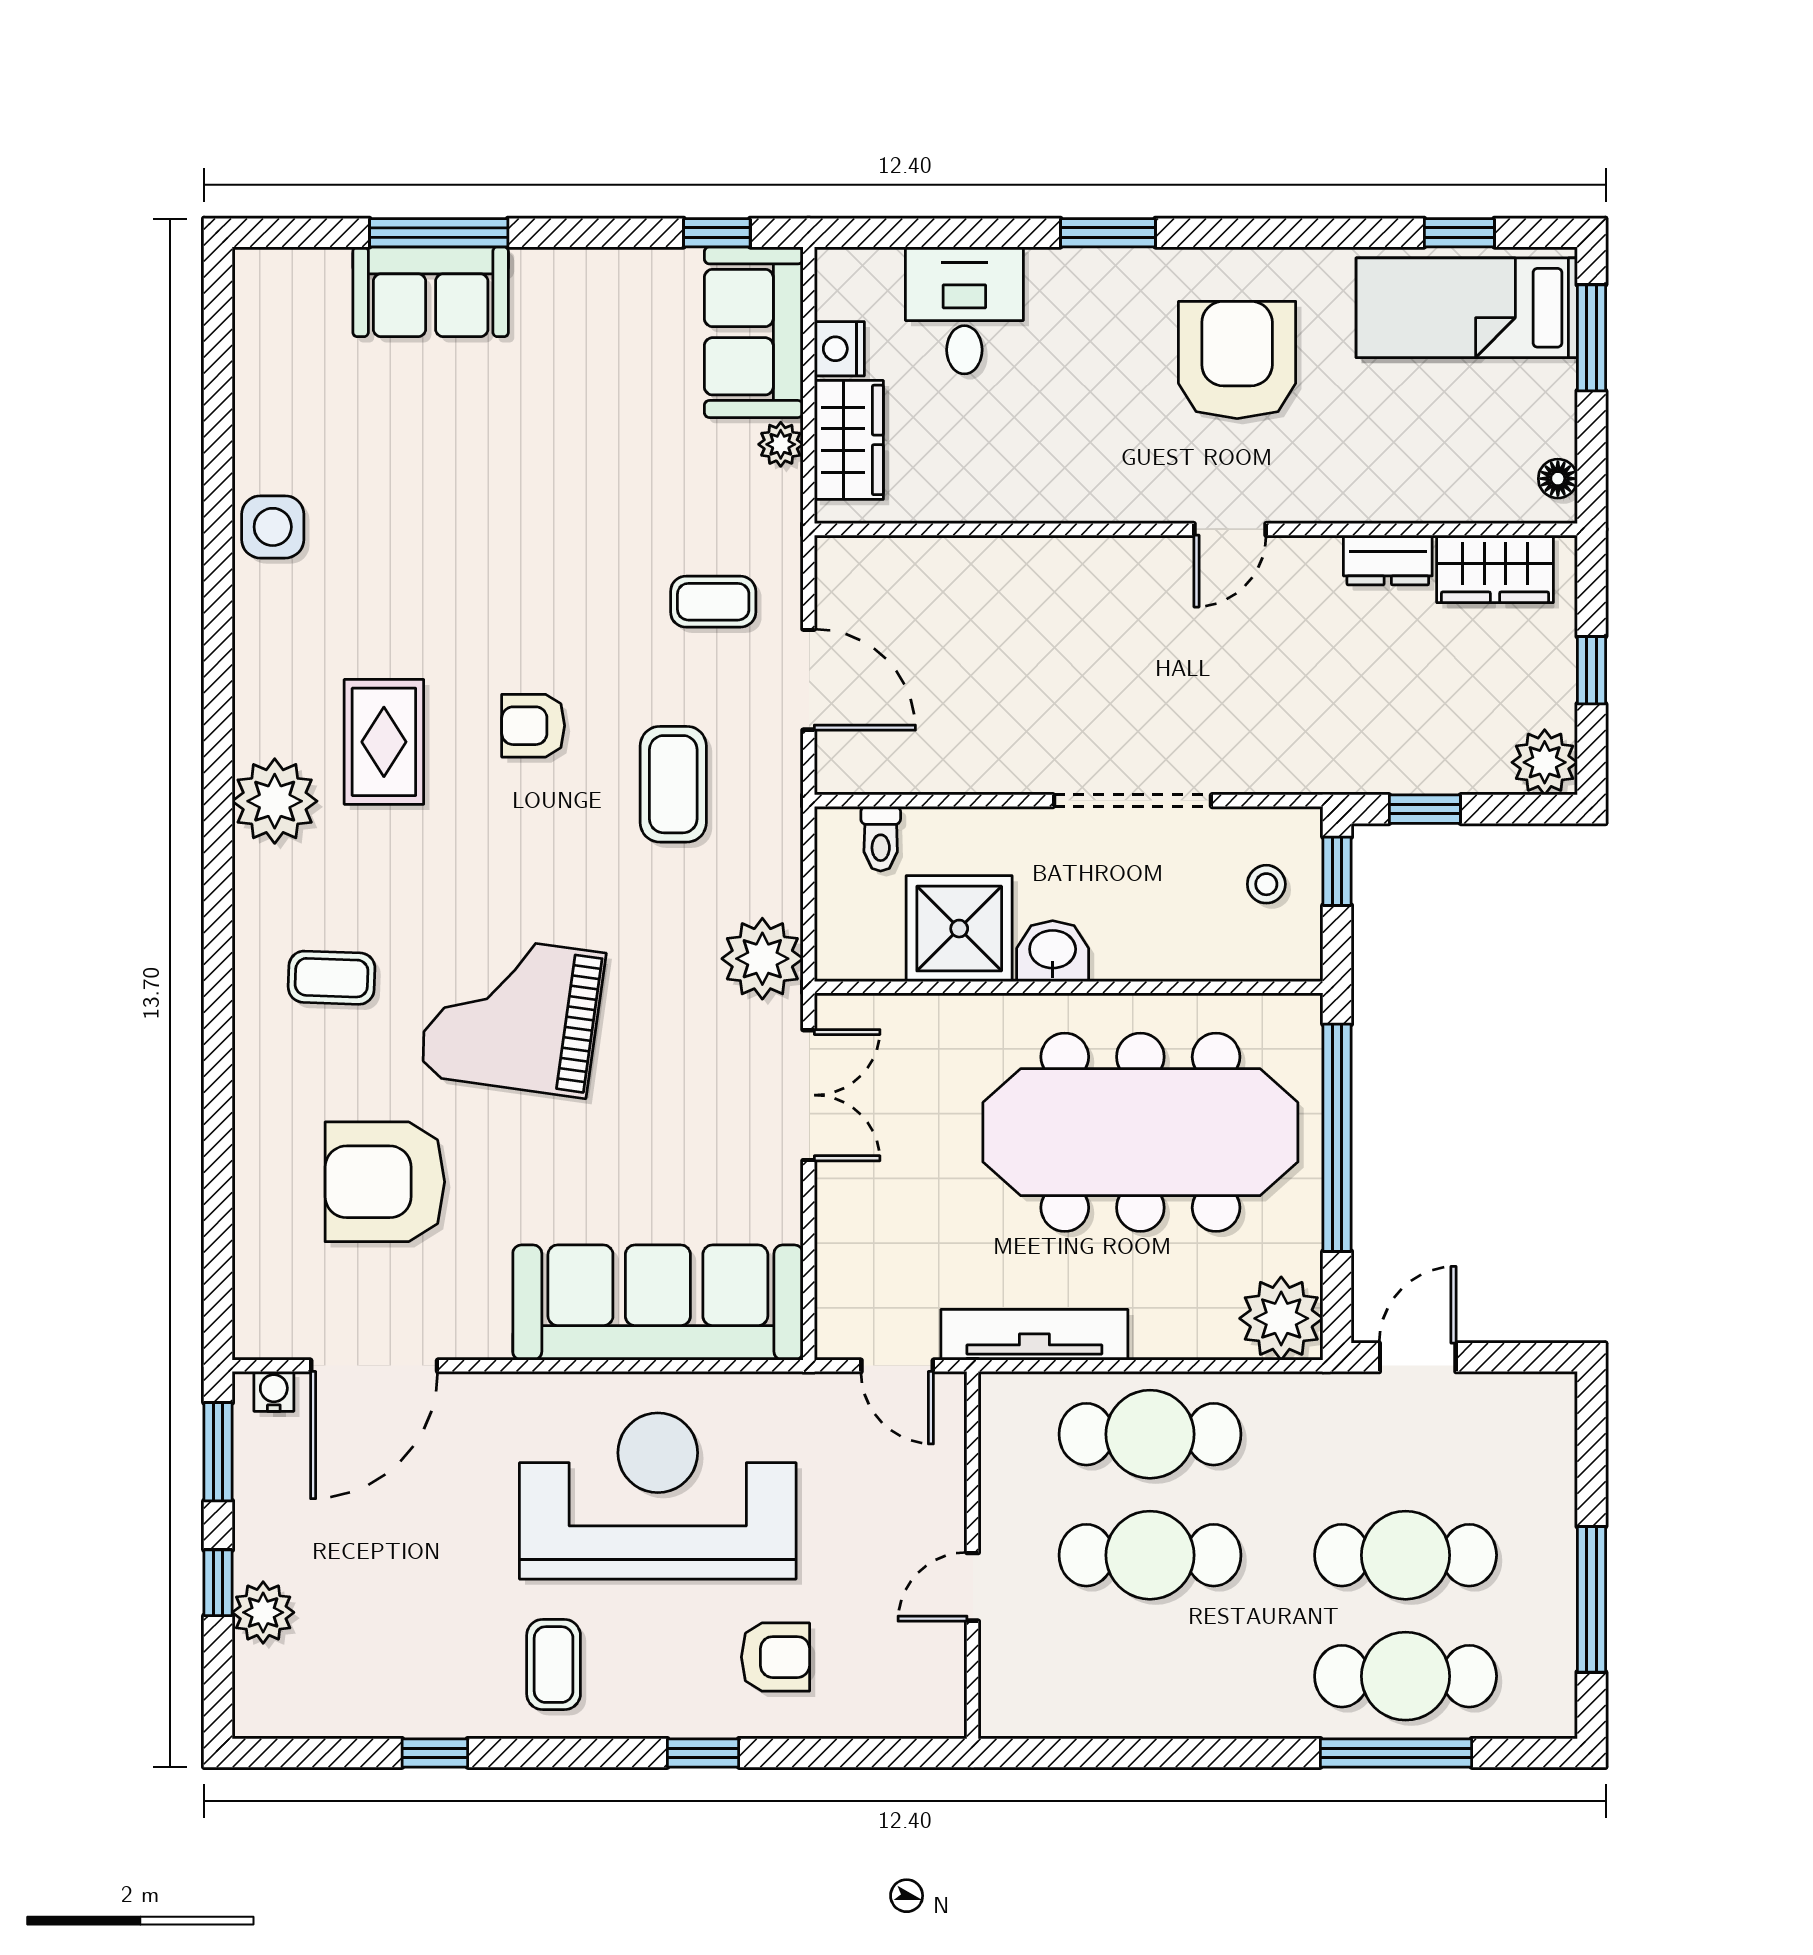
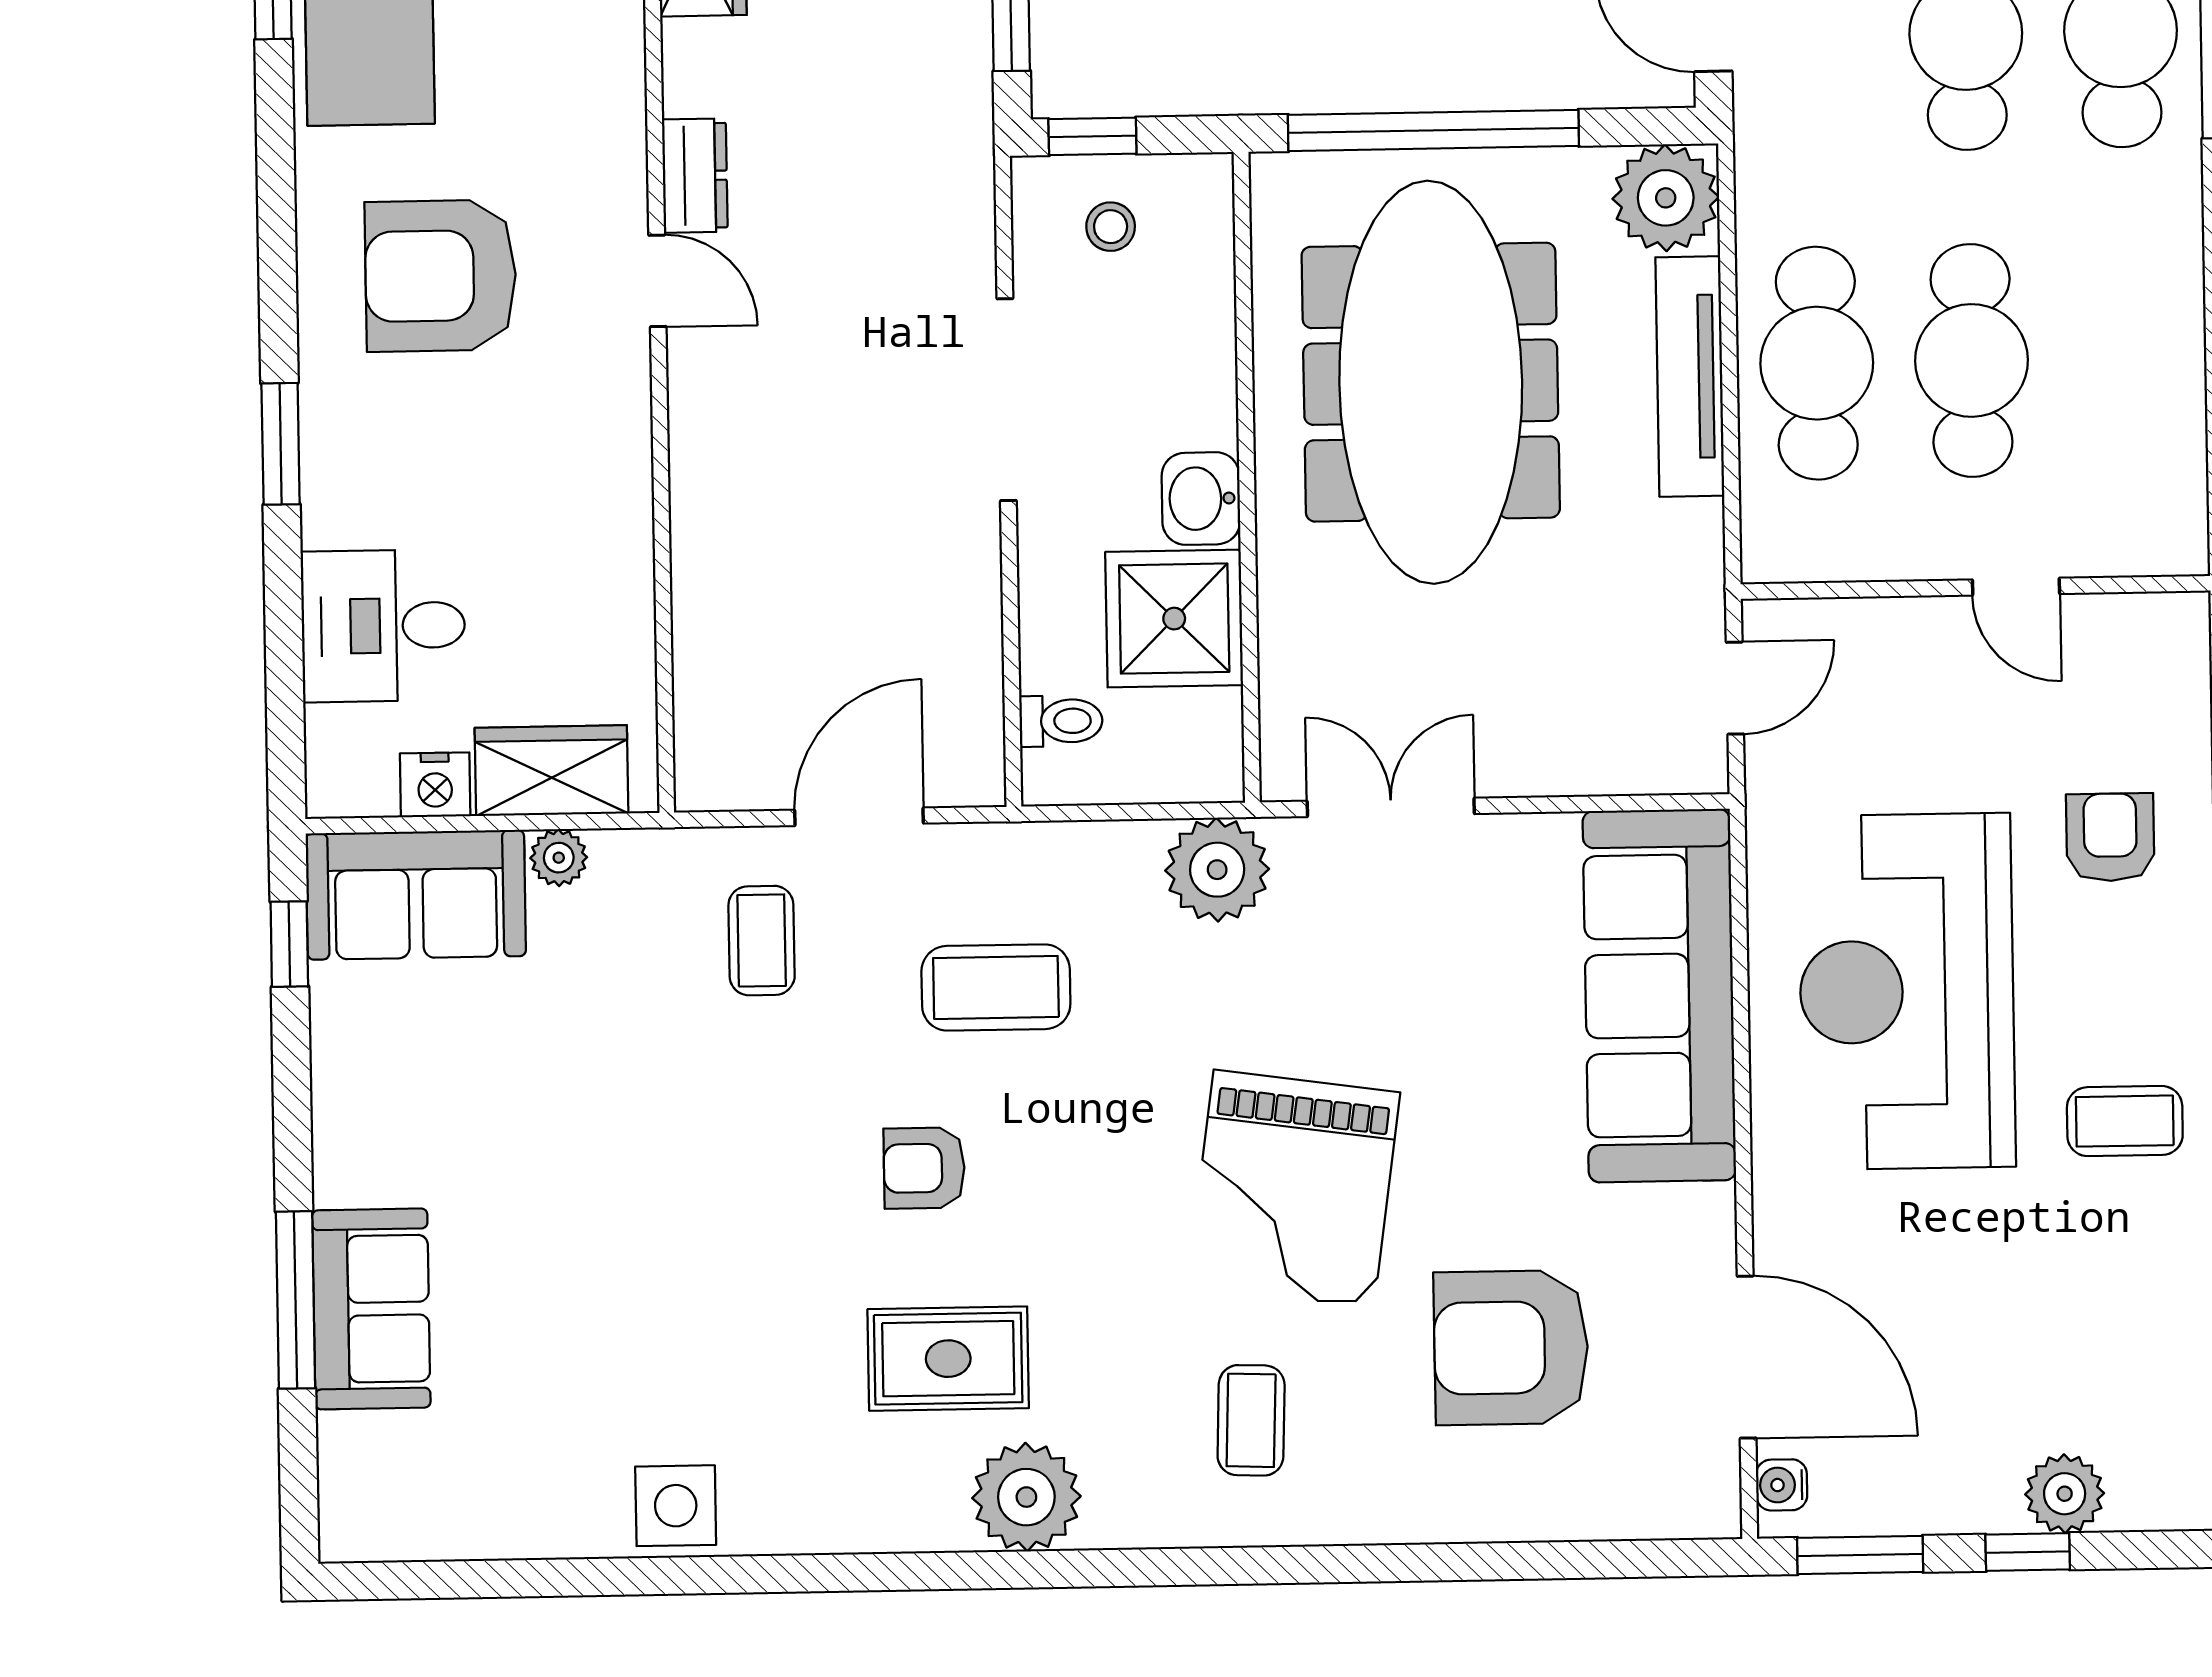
dresser: (1388, 560) -> (695, 176), moved
armchair: (533, 726) -> (924, 1168), turned 90
armchair: (385, 1182) -> (1511, 1348), turned 90
tv unit: (1034, 1335) -> (1690, 376), moved

